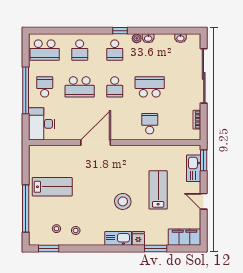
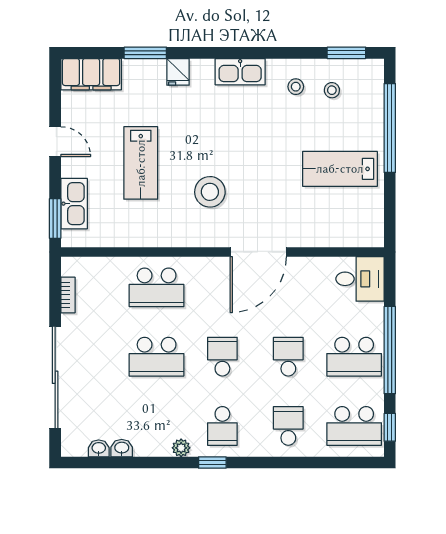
washbasin: (148, 38) -> (122, 448), moved
window: (26, 49) -> (390, 427), added
school desk: (45, 50) -> (354, 426), turned 180
school desk: (115, 50) -> (222, 426), turned 180
school desk: (45, 87) -> (354, 357), width x1.85
school desk: (80, 87) -> (288, 357), width x0.54
desk: (42, 124) -> (360, 279), width x0.73
school desk: (150, 124) -> (157, 287), width x1.85
stool: (123, 201) -> (210, 192), moved
kitchen sink: (118, 238) -> (240, 72), moved

